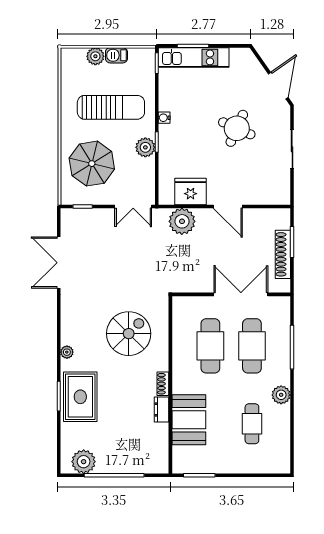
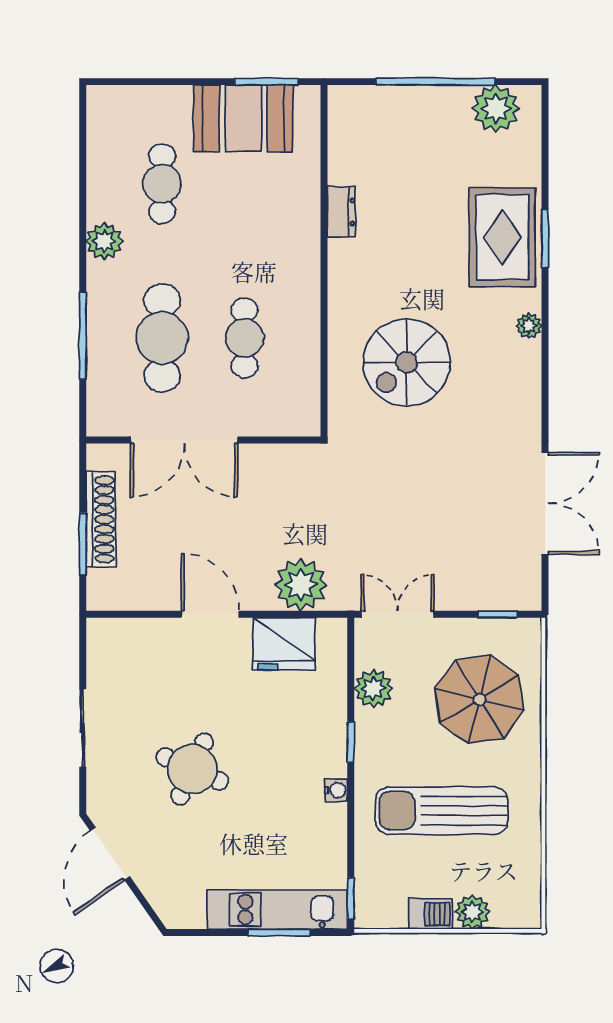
plant: (145, 147) -> (373, 688), moved
cafe table: (210, 346) -> (245, 338), width x0.73, depth x0.74
shoe rack: (163, 384) -> (339, 263), removed
booth: (189, 420) -> (243, 118), moved, turned 90

